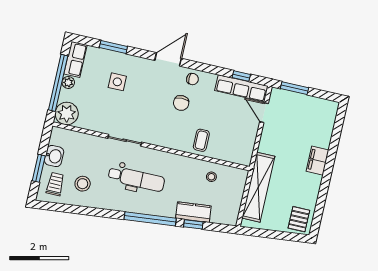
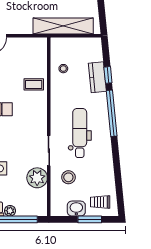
plant: (67, 114) -> (37, 178), moved
stool: (83, 184) -> (68, 177), moved

